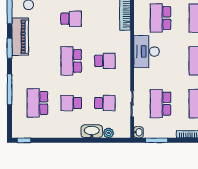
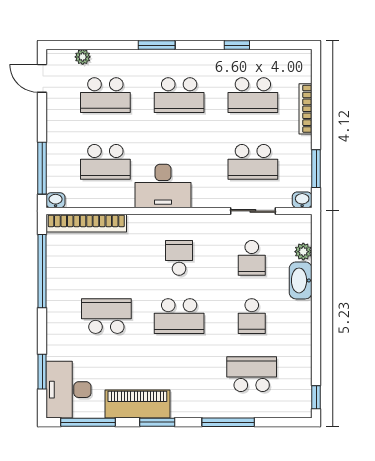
school desk: (71, 19) -> (106, 316), width x1.85
school desk: (37, 103) -> (252, 374), turned 180
school desk: (105, 103) -> (252, 258), turned 180

